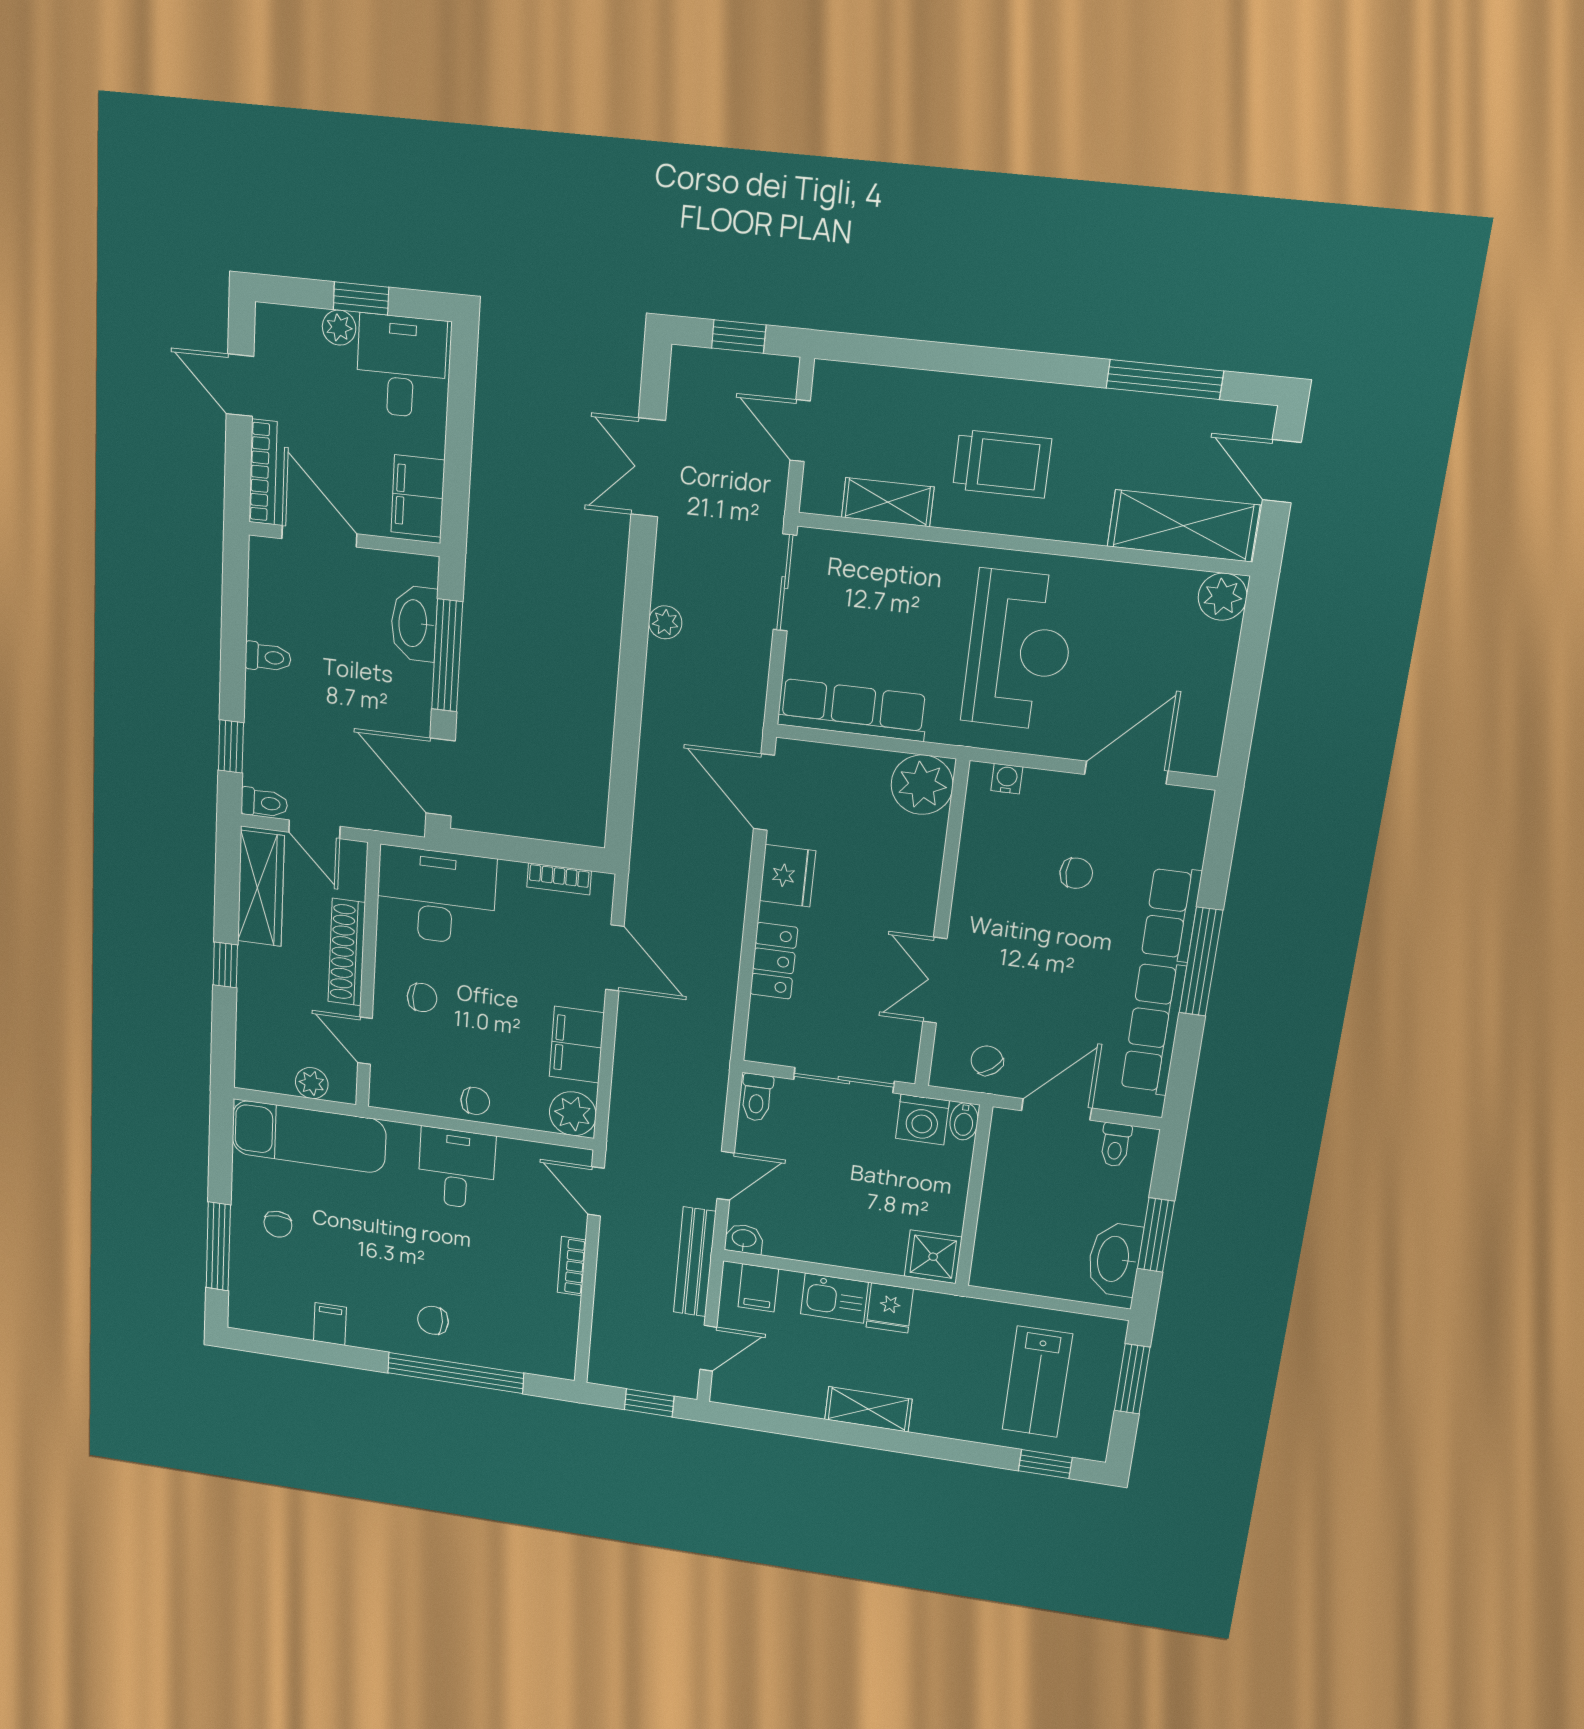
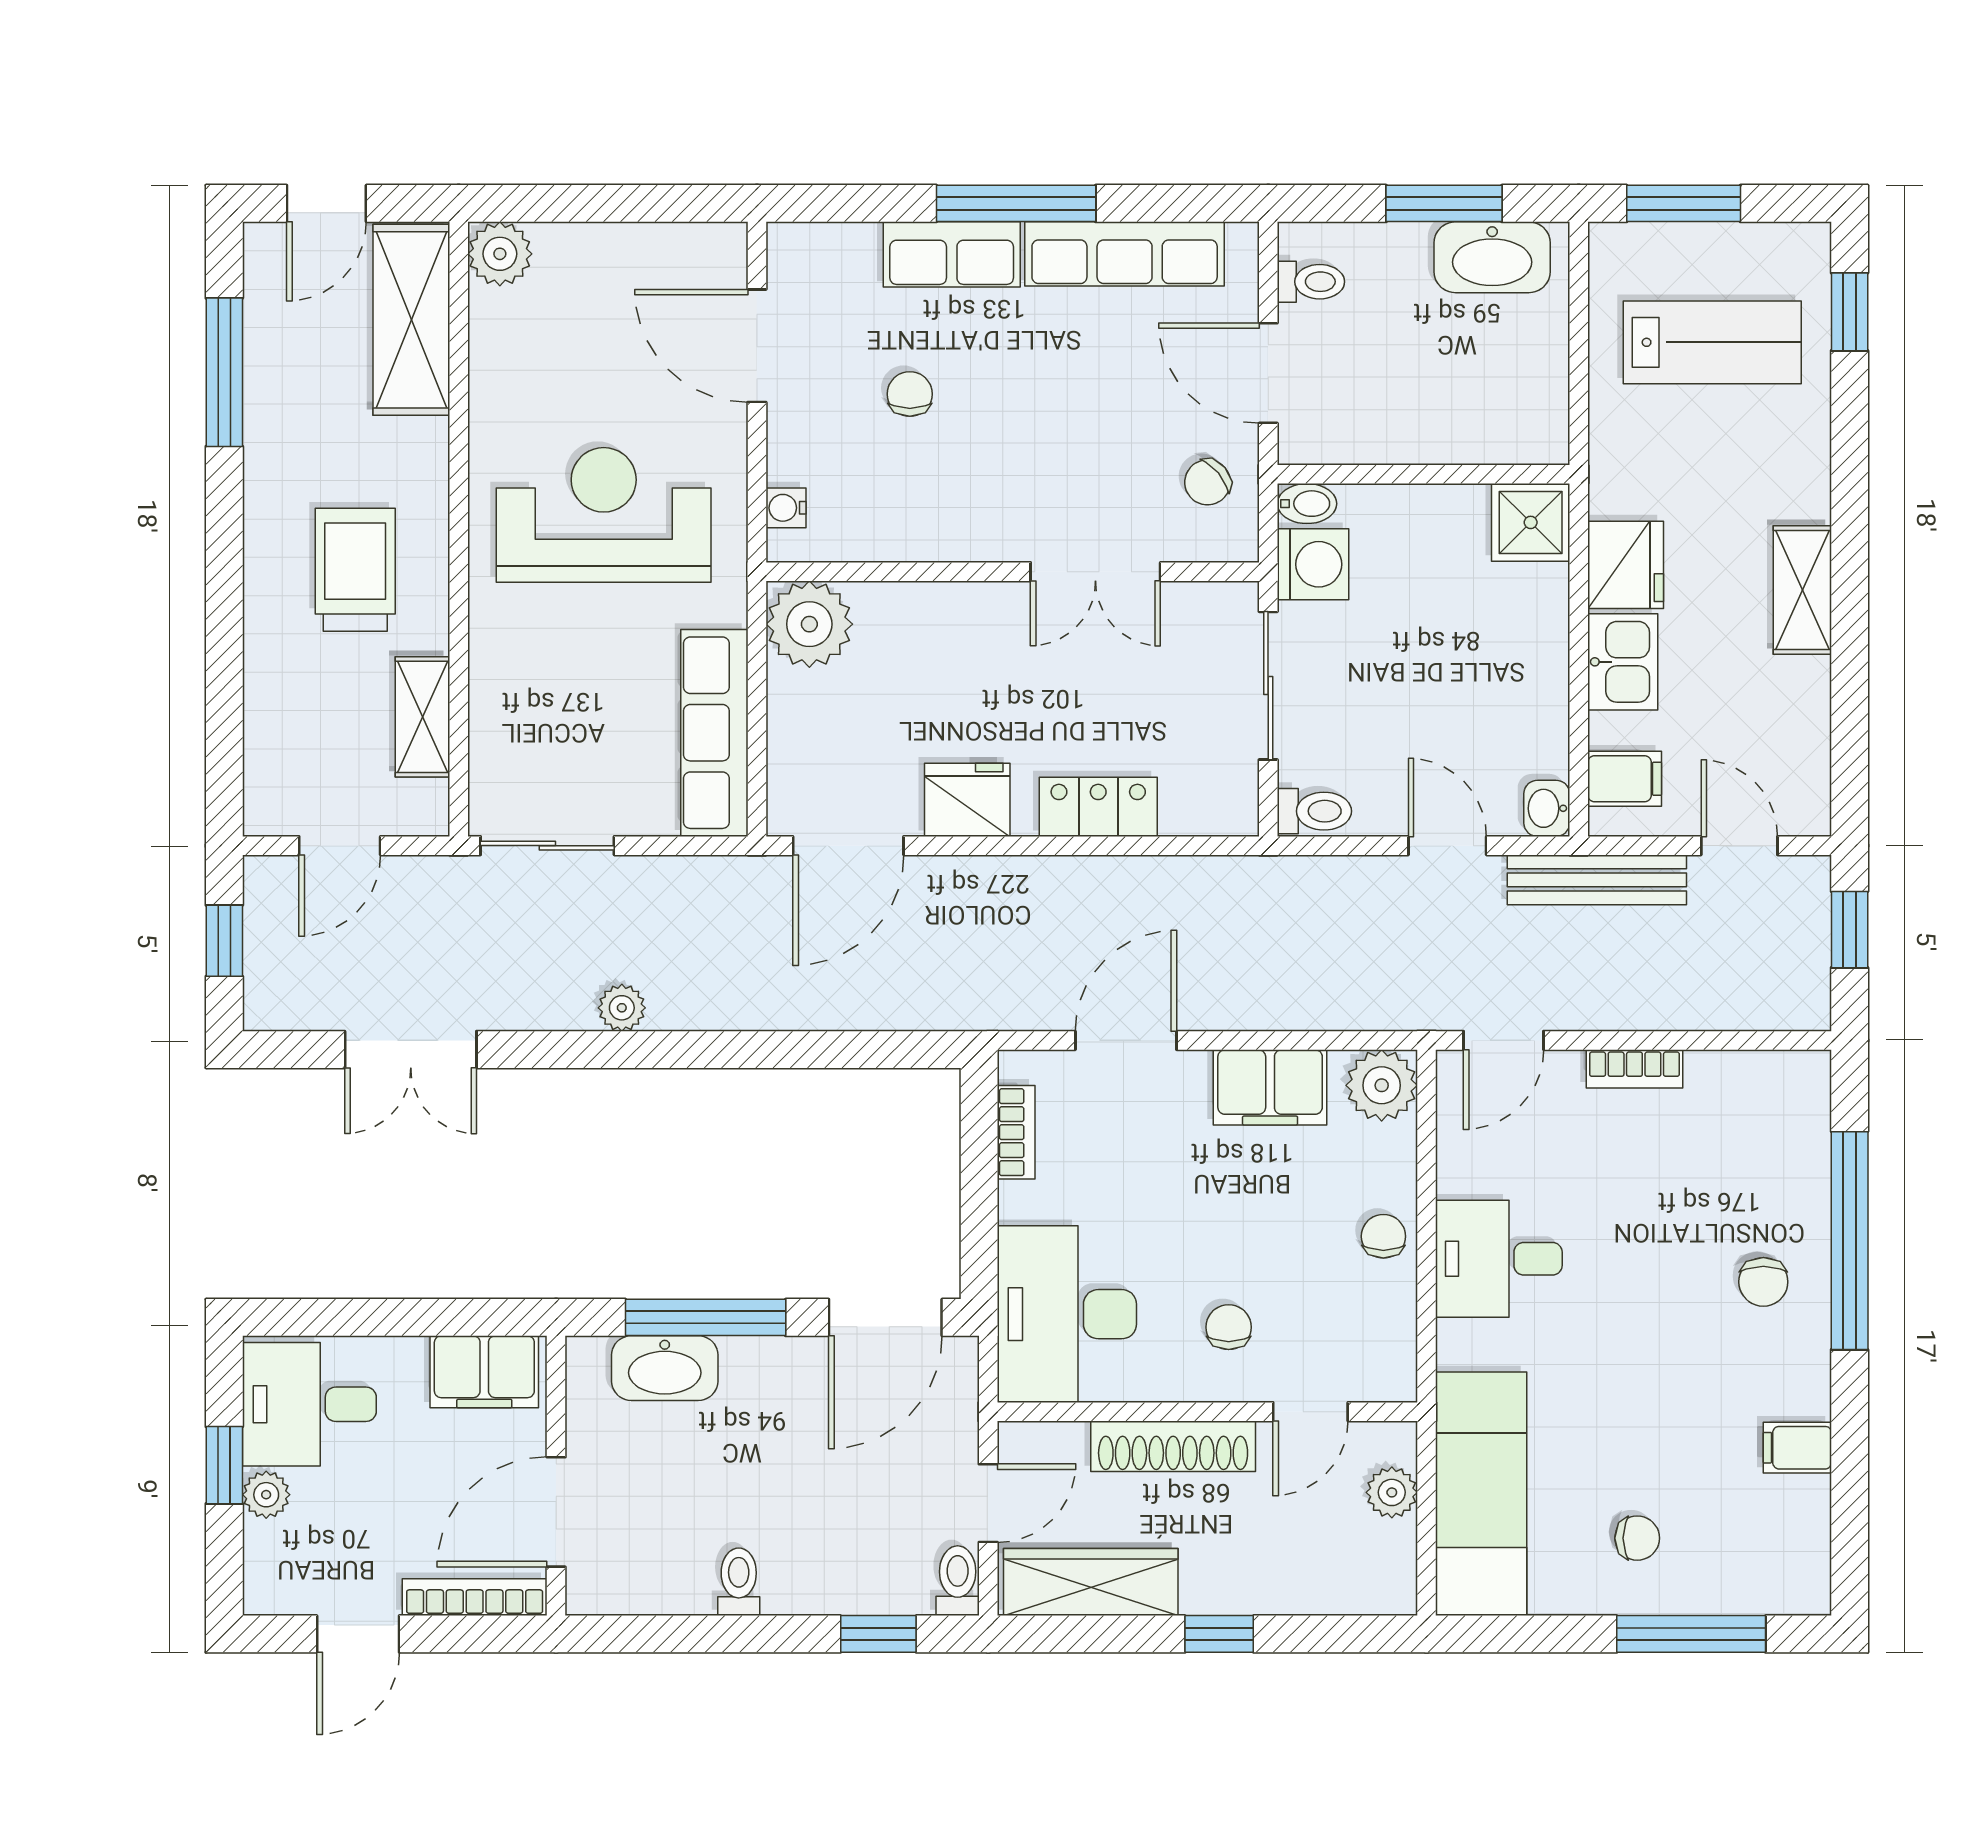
fridge: (890, 1308) -> (1626, 565), width x1.38

